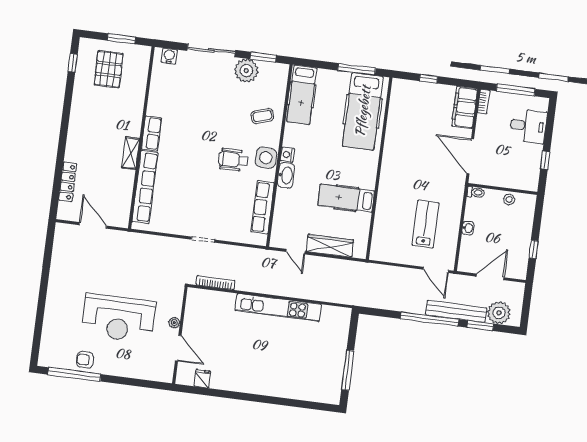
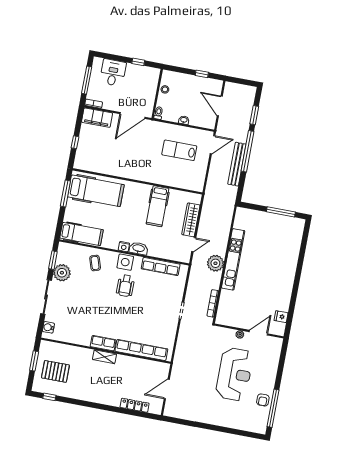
shelving: (131, 153) -> (104, 357), moved
bench: (456, 311) -> (237, 164), moved
plant: (499, 313) -> (215, 263), moved

